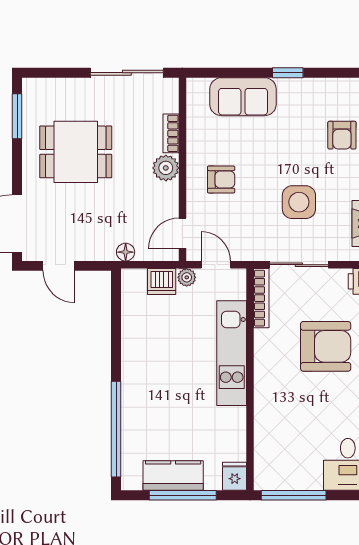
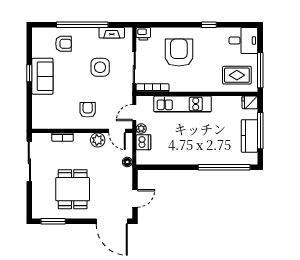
sofa: (243, 97) -> (42, 76), moved
plant: (166, 168) -> (98, 140), moved
rug: (284, 453) -> (237, 75), added

